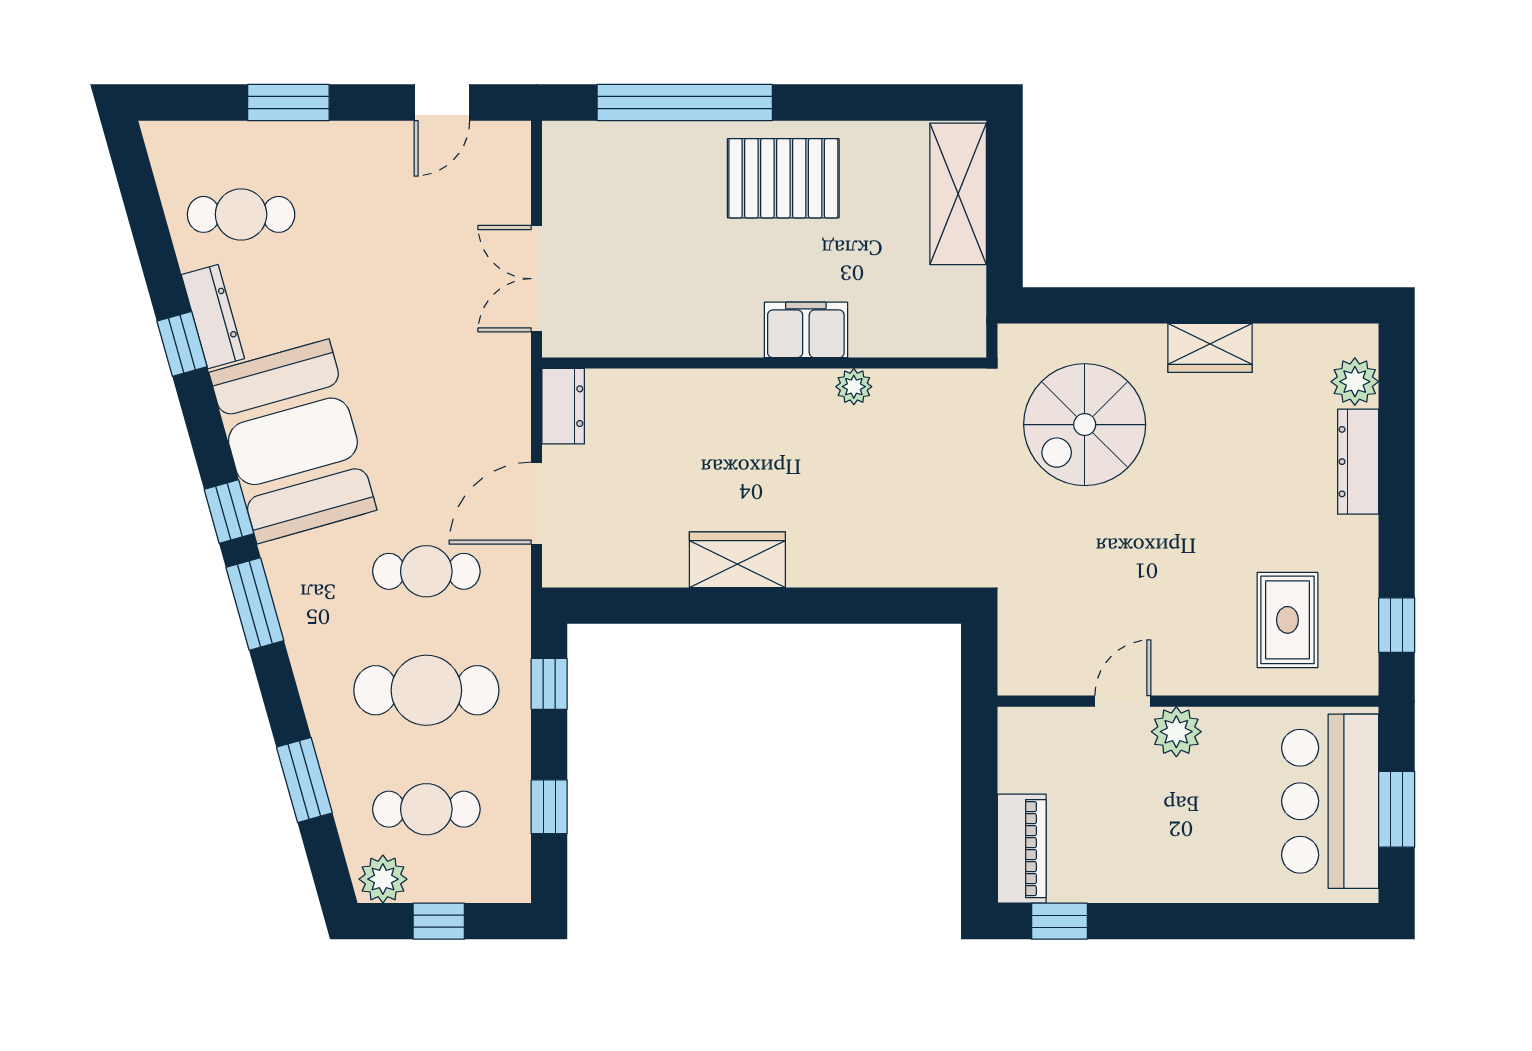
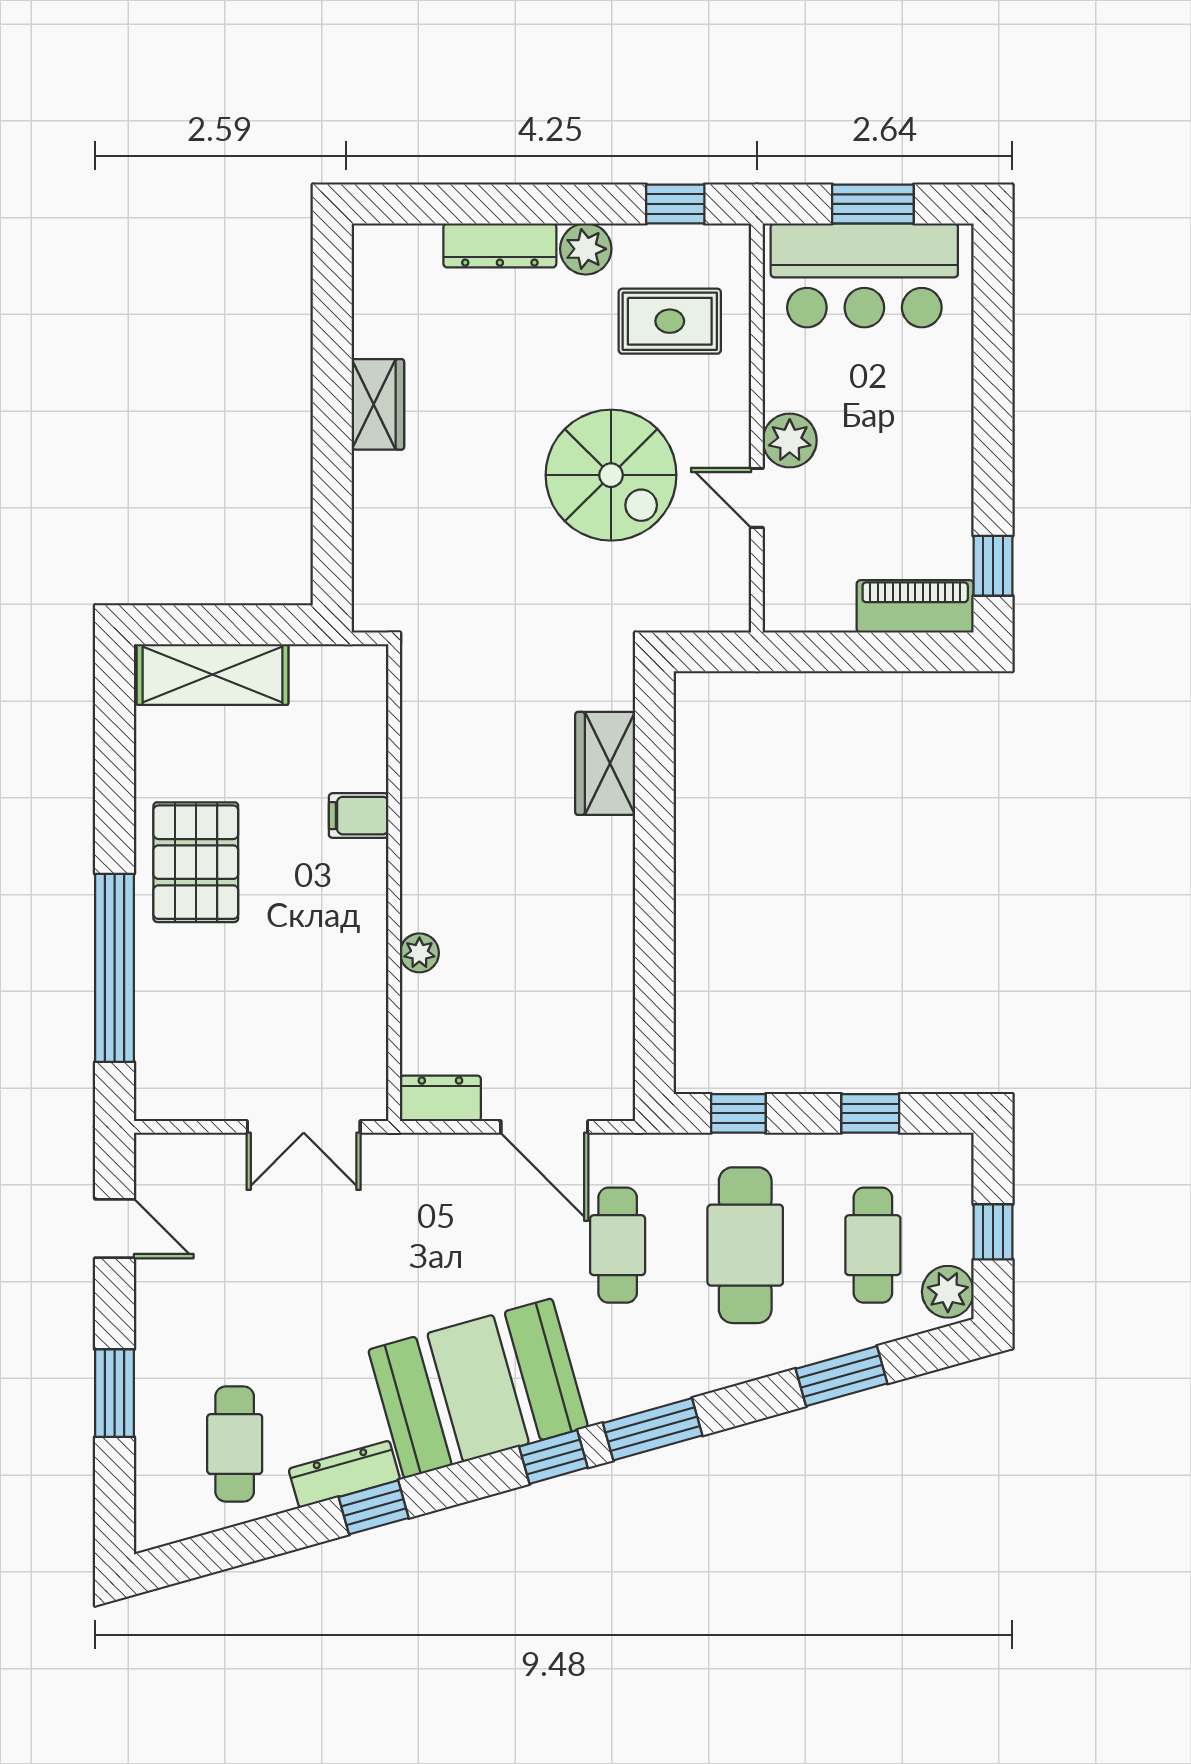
filing cabinet: (806, 330) -> (359, 816), width x0.50
plant: (1355, 382) -> (586, 249), moved
plant: (854, 387) -> (419, 953), moved
spiral stairs: (1085, 425) -> (611, 475), moved
wardrobe: (737, 560) -> (605, 763), moved

